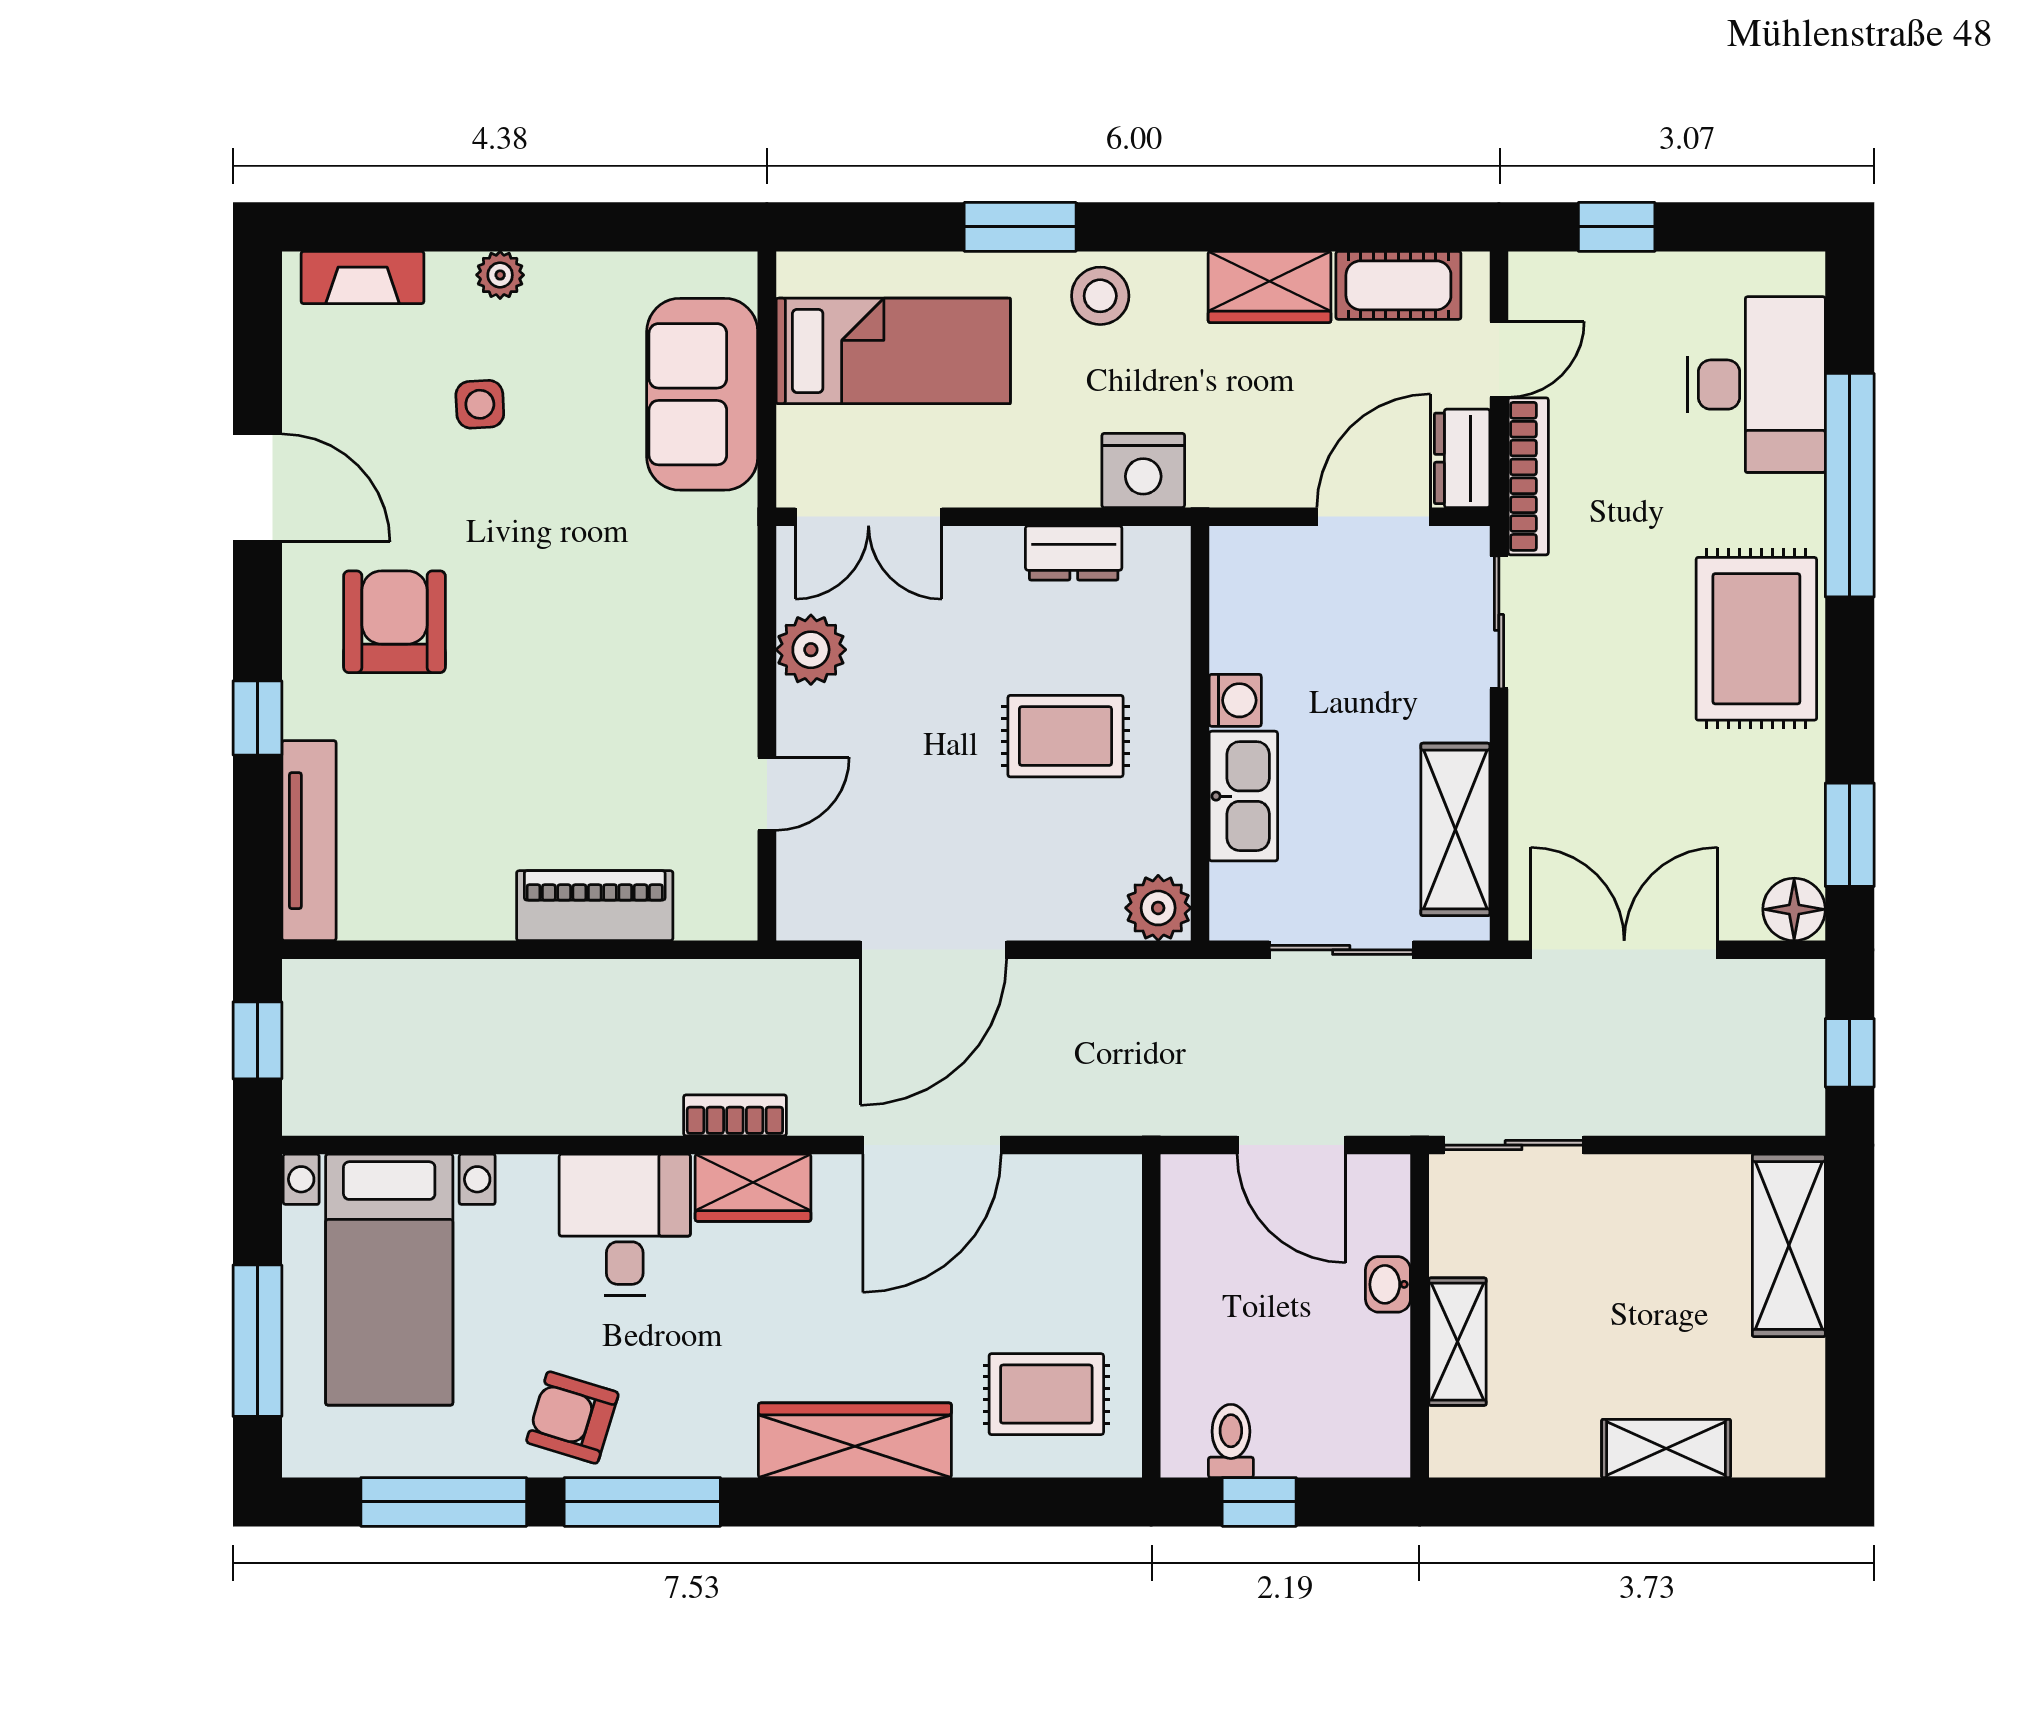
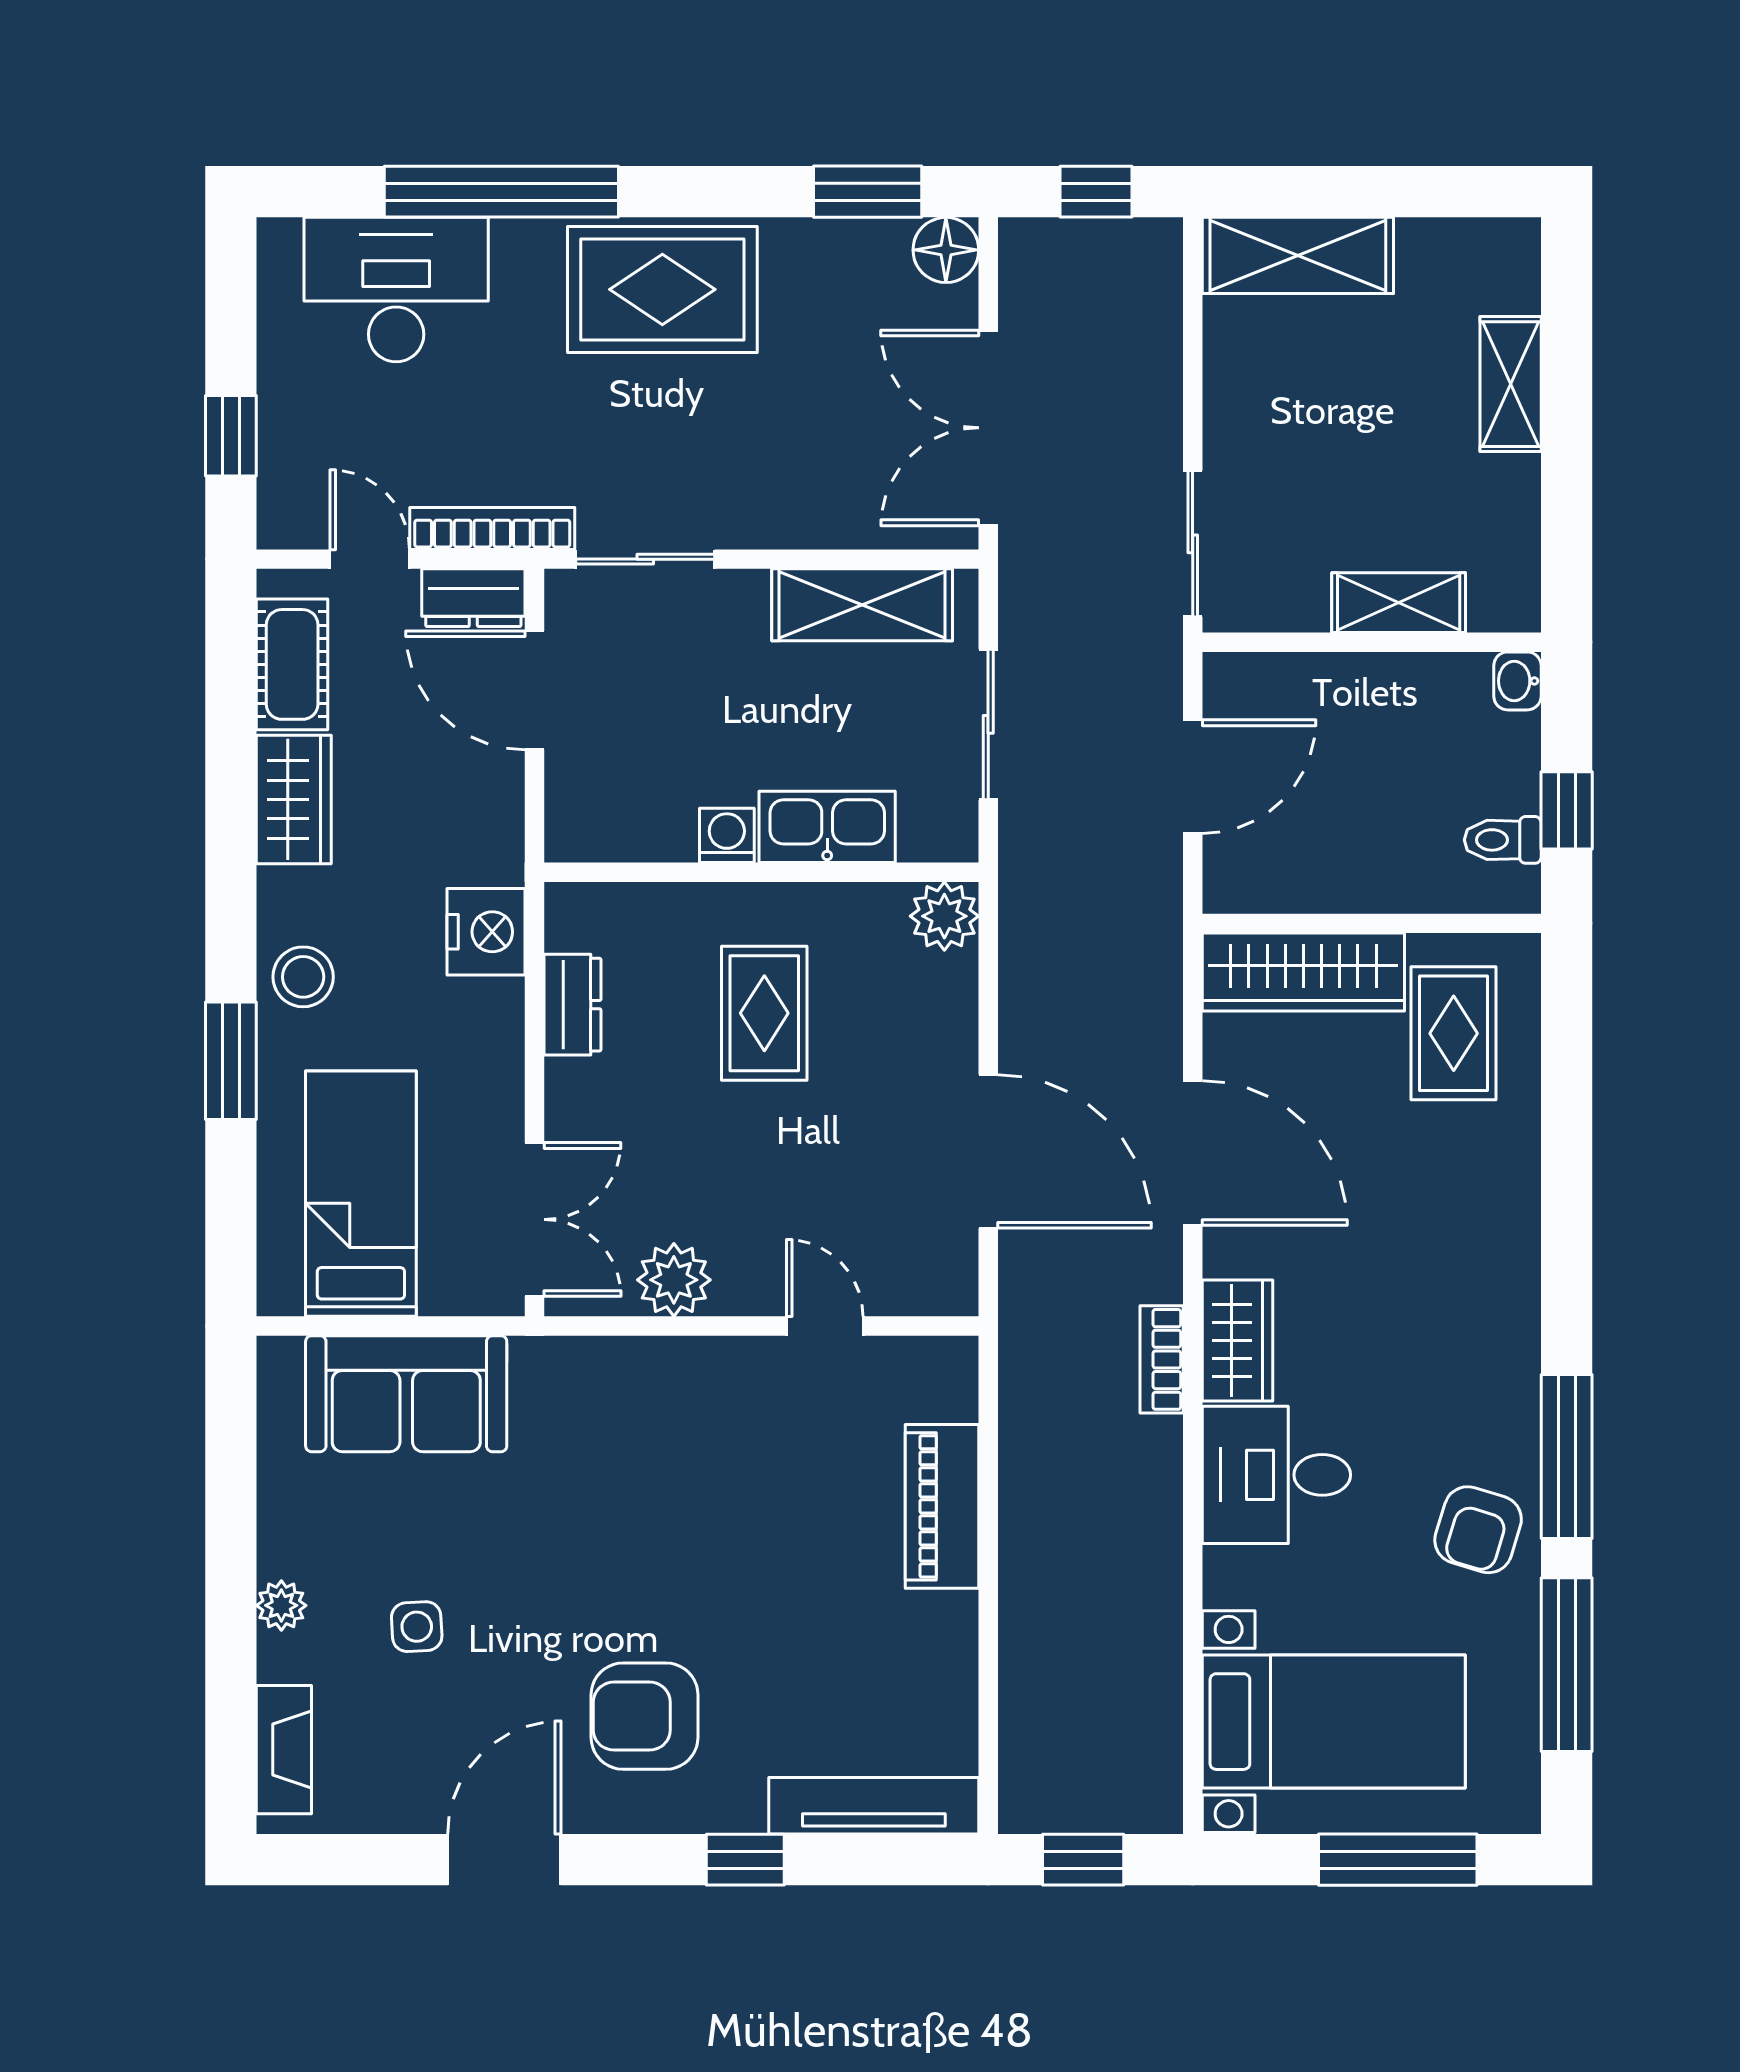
washbasin: (1388, 1284) -> (1517, 681), moved, turned 90
wardrobe: (855, 1440) -> (1303, 972), moved, turned -90

